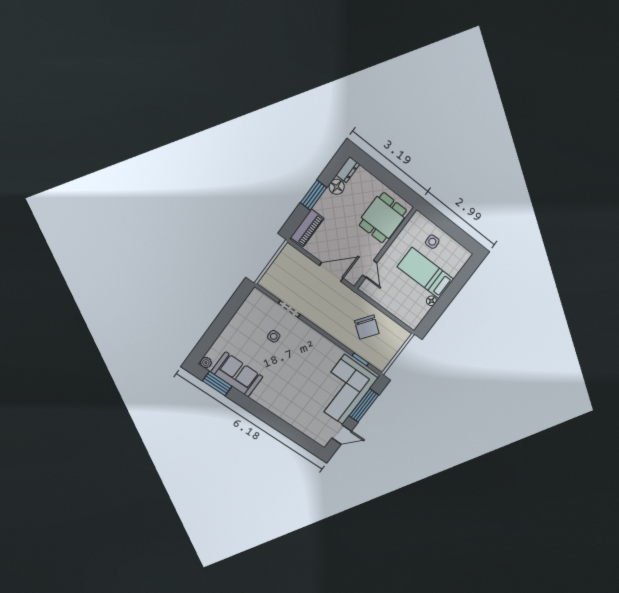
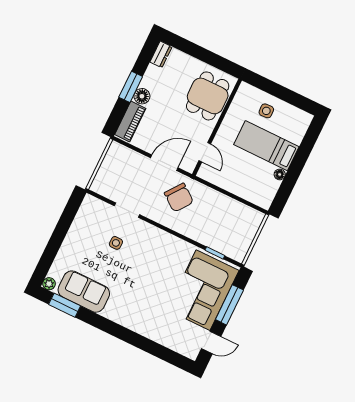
floor lamp: (337, 187) -> (142, 96), moved
chair: (367, 327) -> (179, 198), moved

